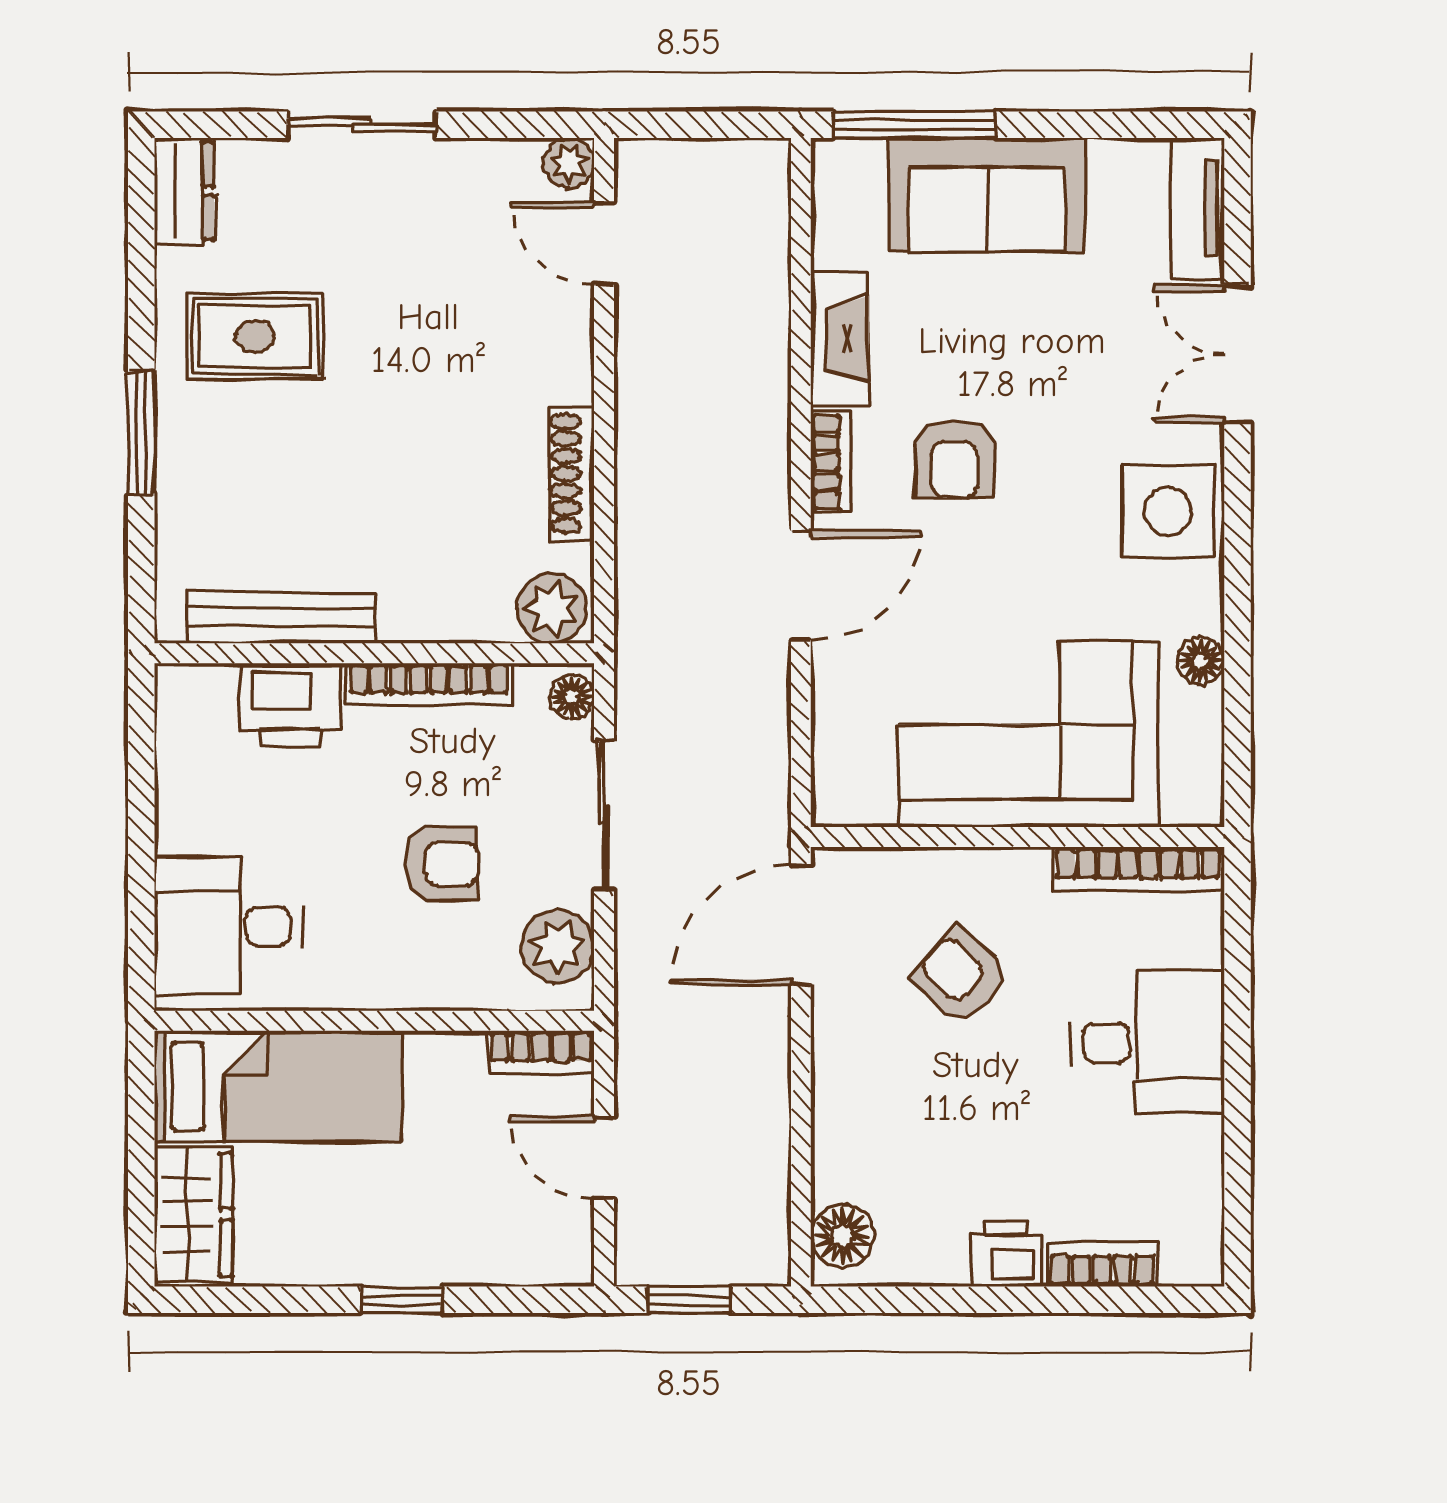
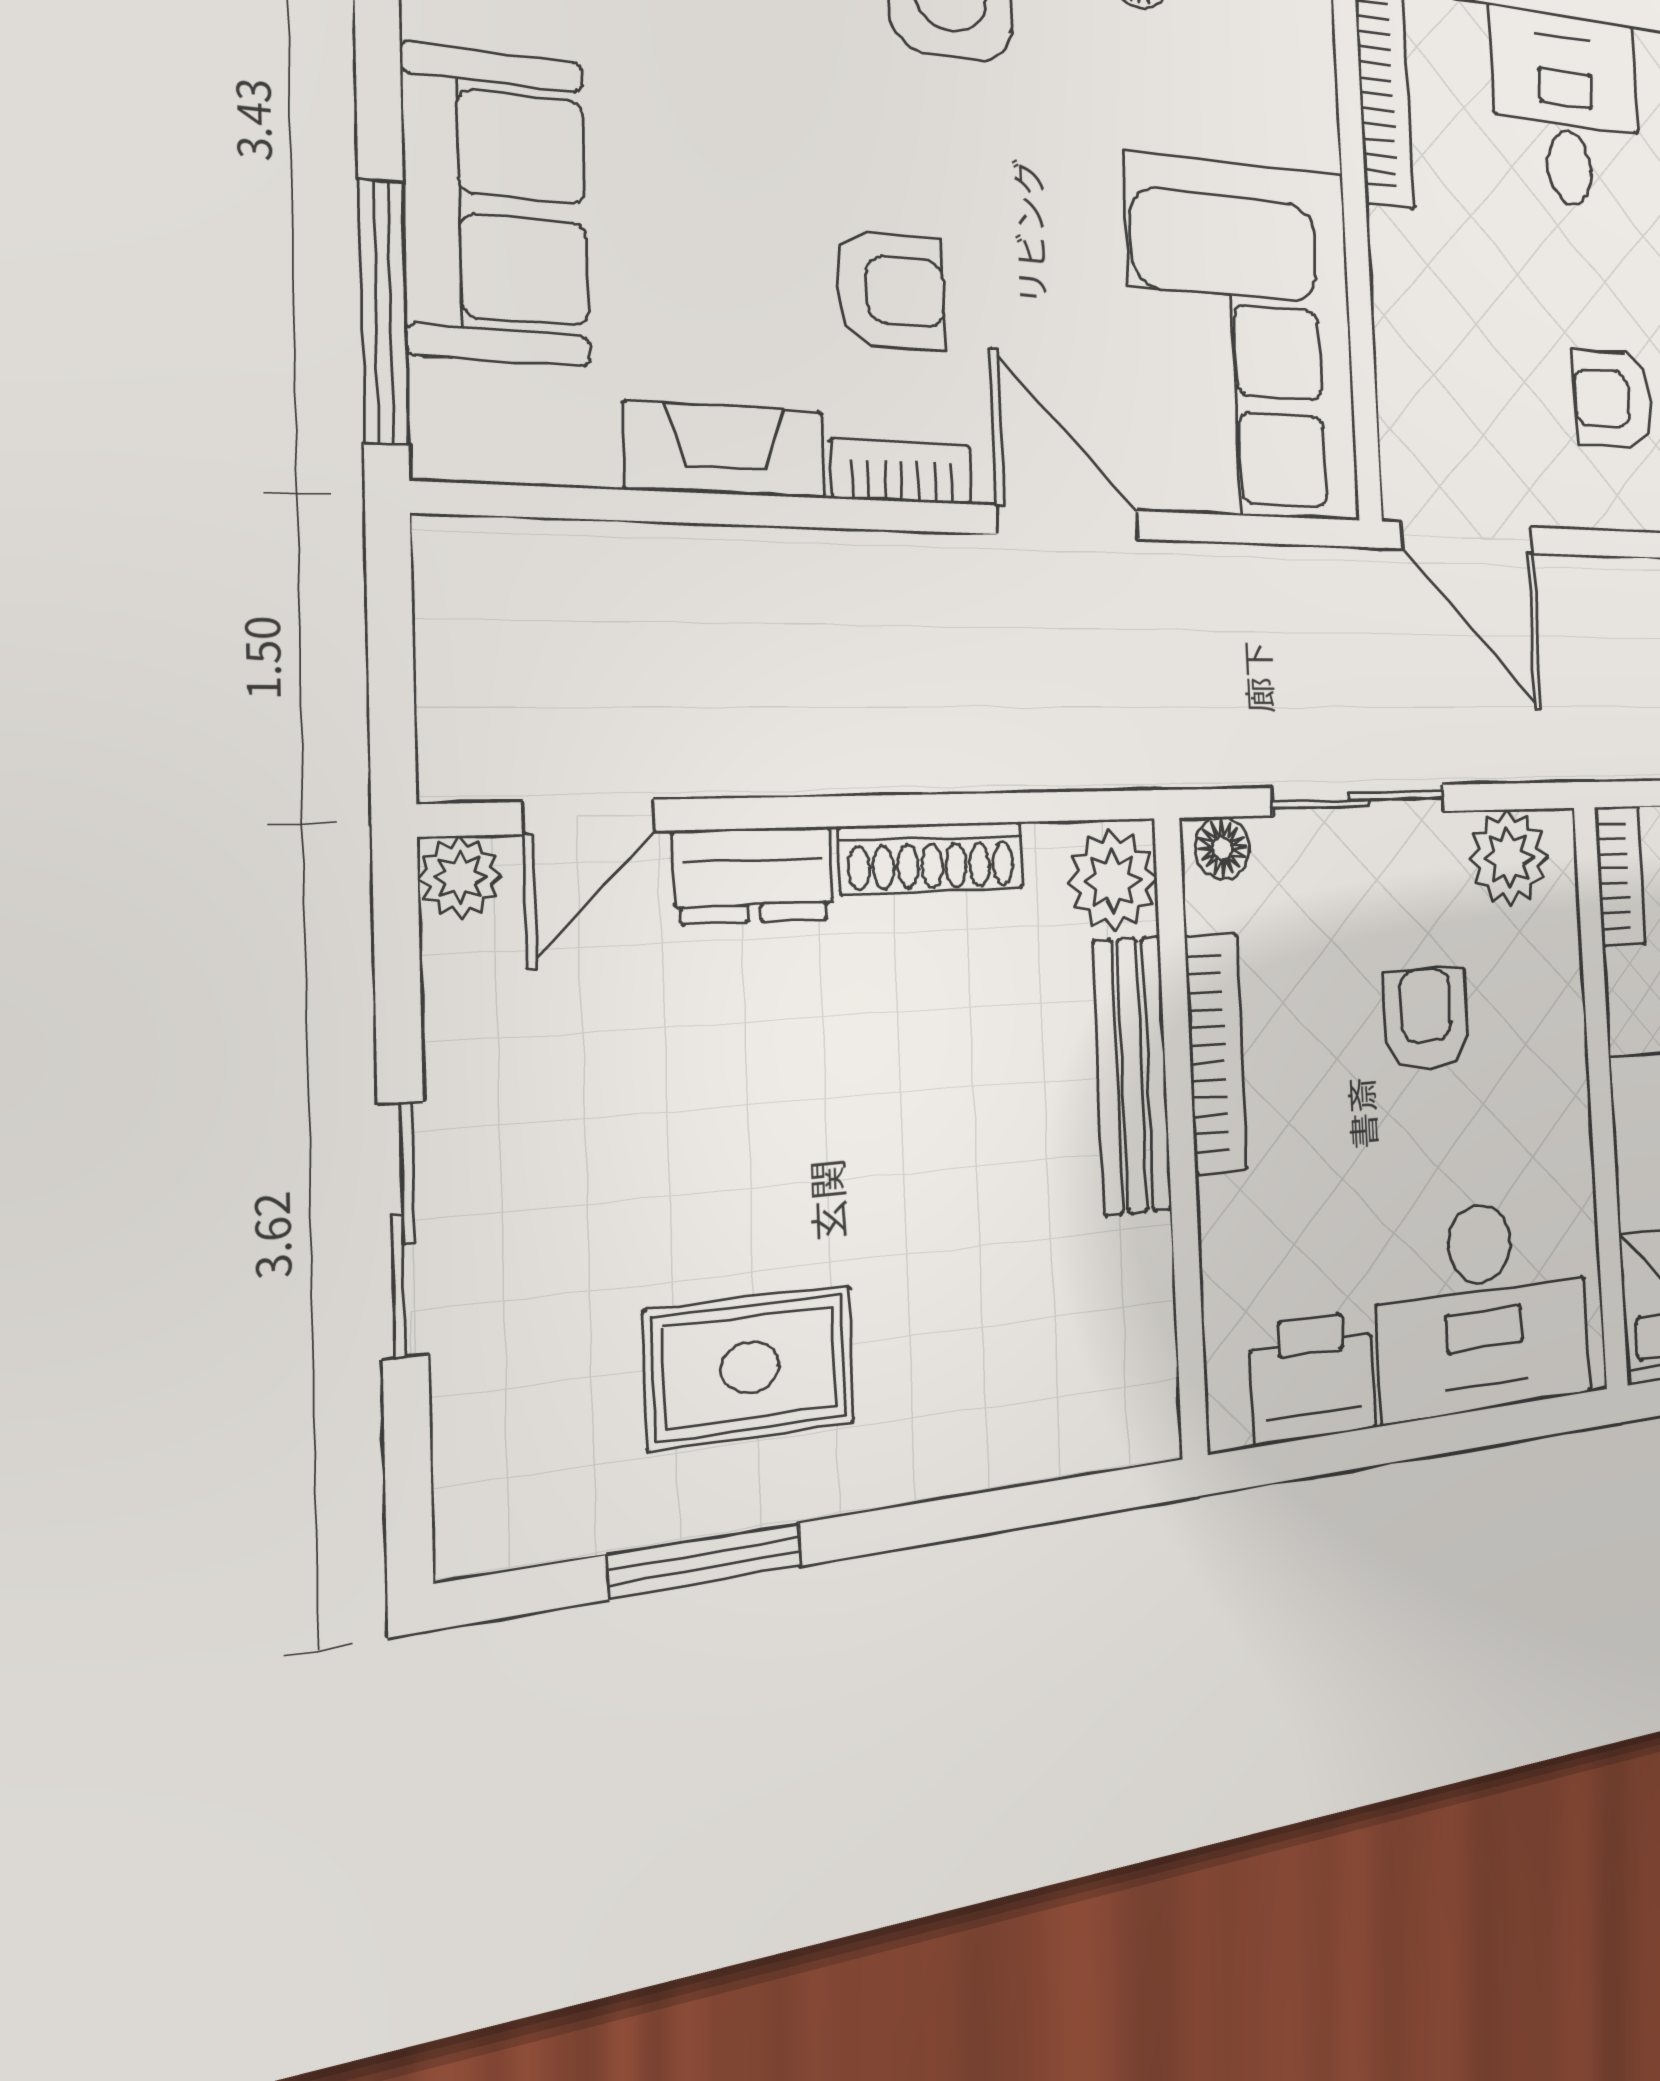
dresser: (184, 191) -> (754, 875), moved, turned 180
rug: (255, 336) -> (750, 1367), turned 90
window: (141, 433) -> (705, 1561), moved
bench: (281, 617) -> (1132, 1075), moved
printer: (290, 705) -> (1313, 1378), moved, turned -90
corner sofa: (1029, 734) -> (1243, 338), moved
desk: (228, 926) -> (1483, 1307), width x1.37
armchair: (961, 976) -> (1612, 399), moved, turned 47

